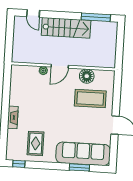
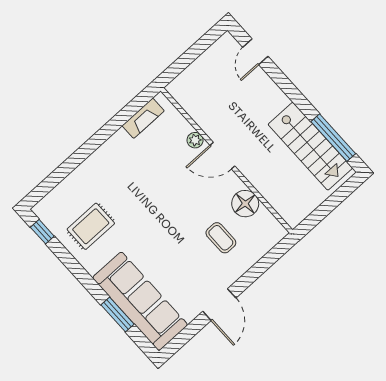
stairs: (66, 28) -> (310, 146), moved
coffee table: (90, 99) -> (221, 238), width x0.54, depth x0.58
fireplace: (13, 117) -> (143, 118), moved

